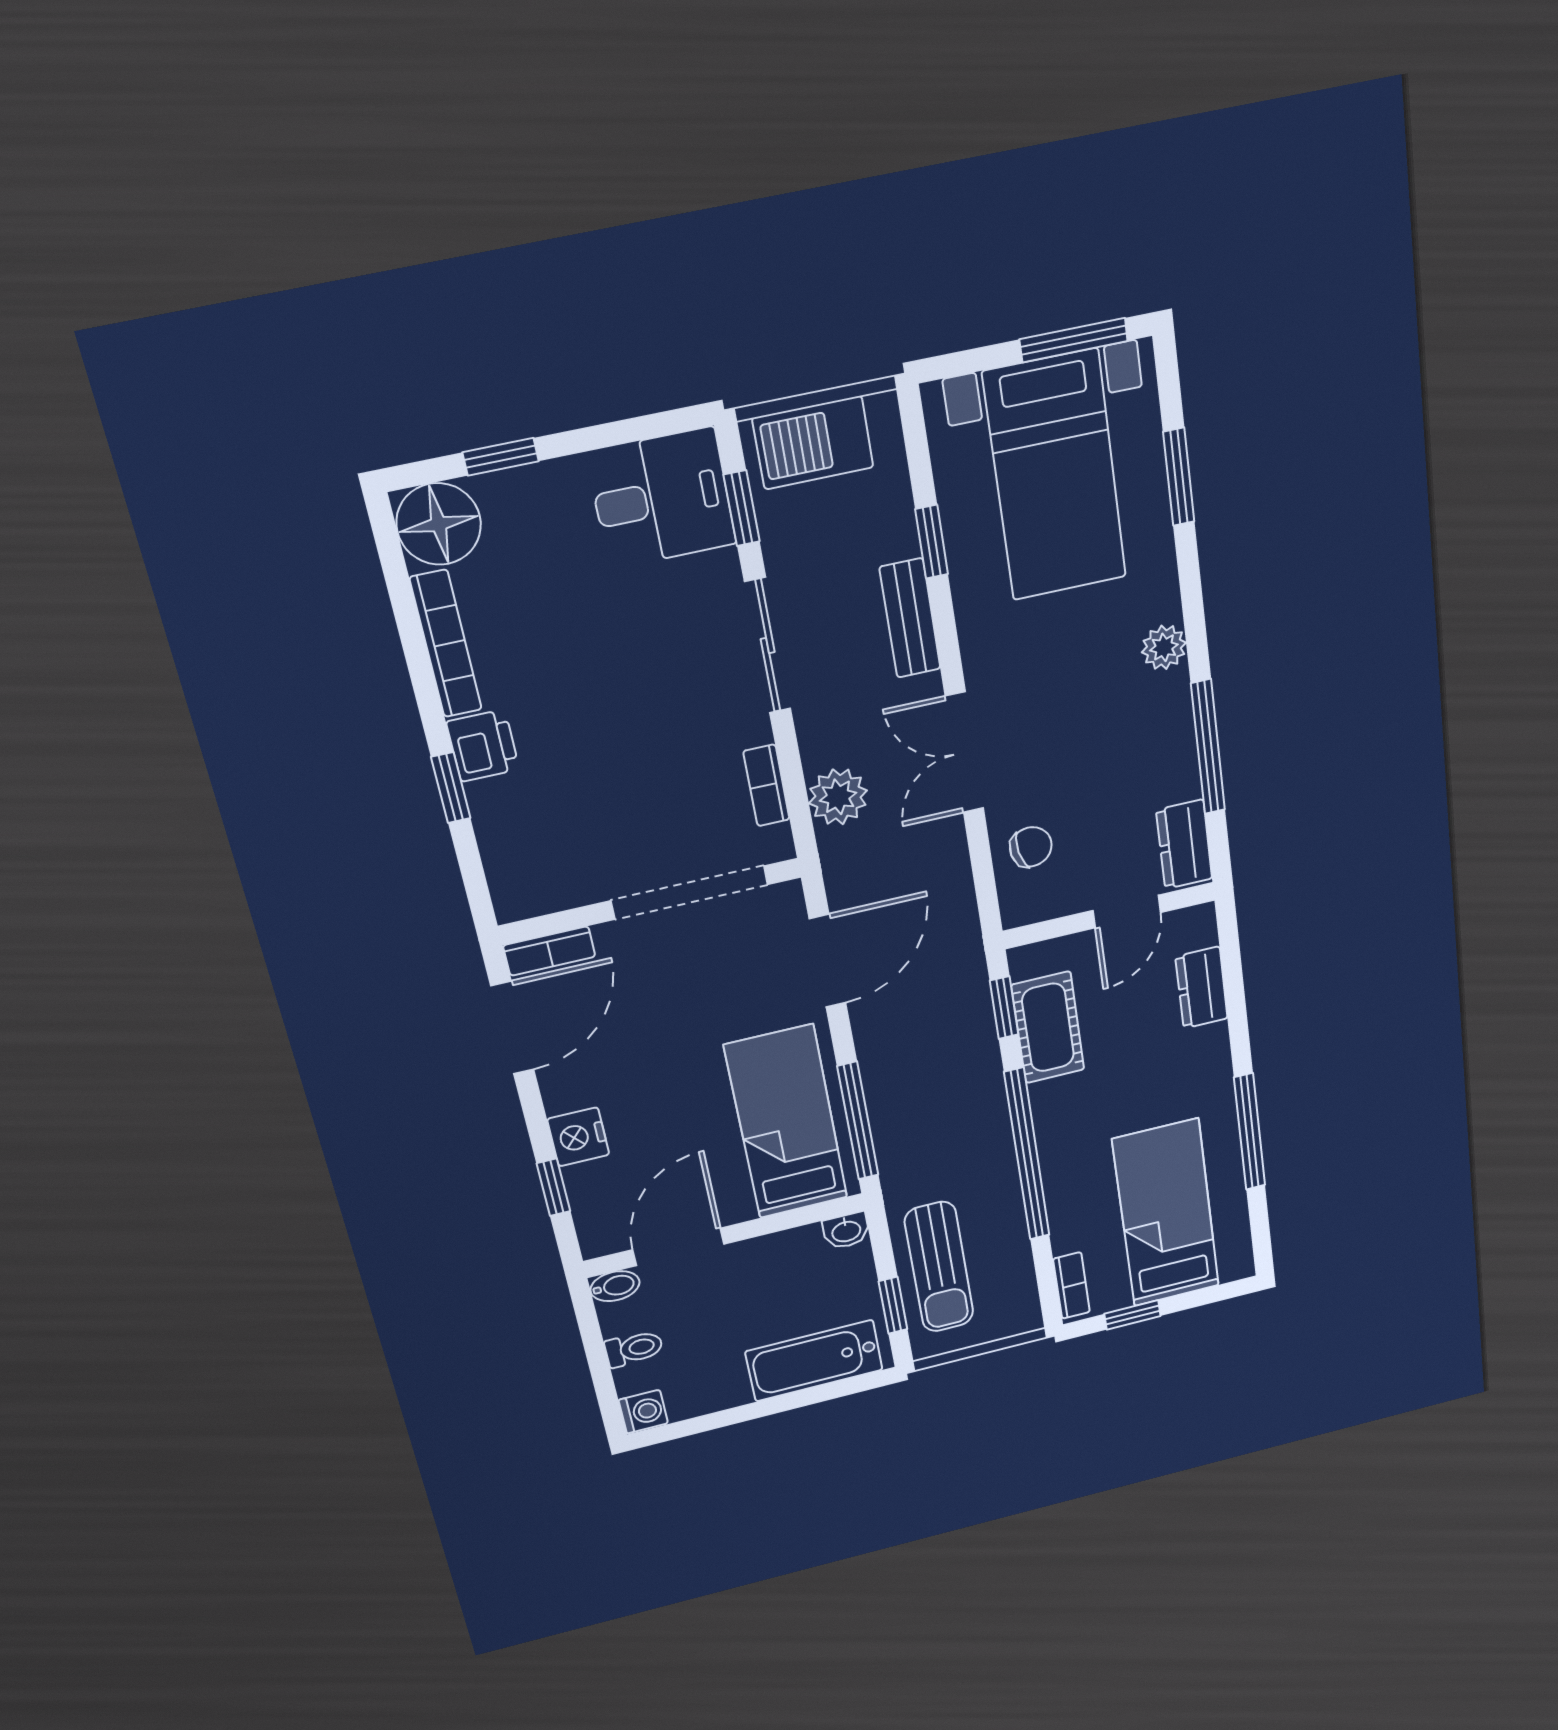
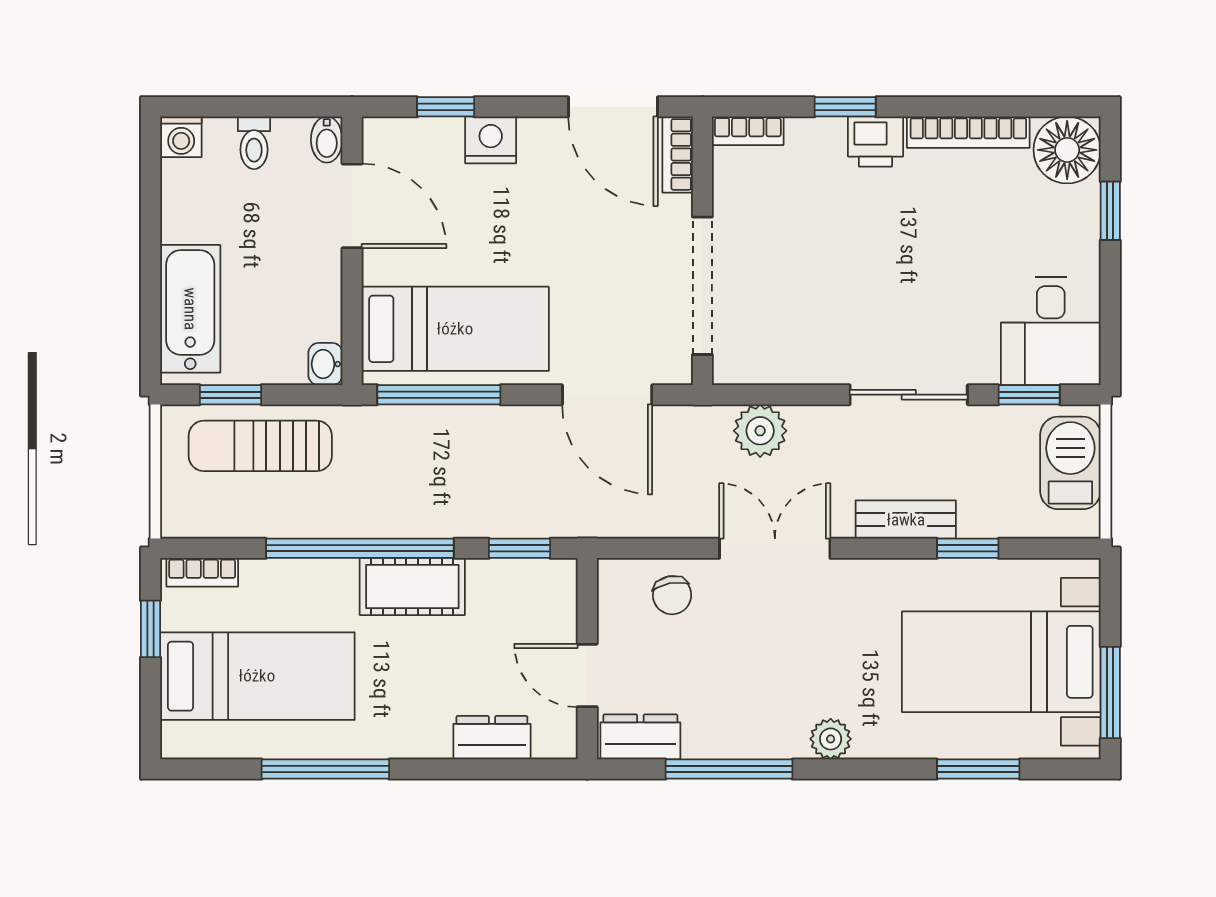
bookcase: (766, 785) -> (748, 131), moved, turned 180
cot: (1048, 1027) -> (412, 586), moved

